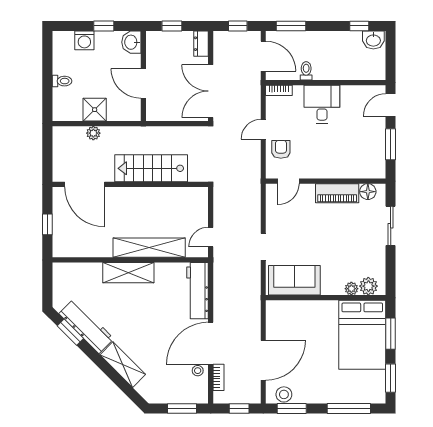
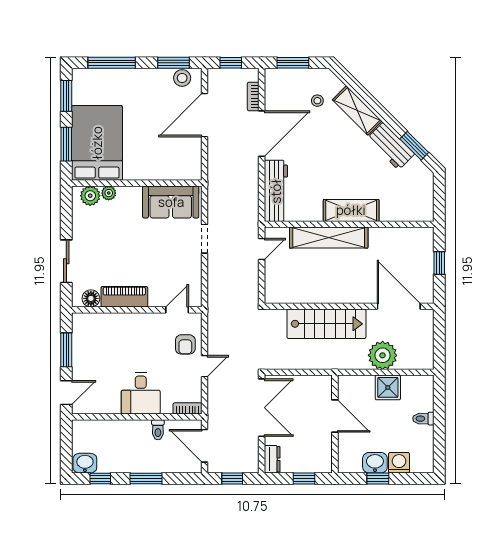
window: (291, 26) -> (146, 478), moved
washbasin: (131, 42) -> (375, 463), moved, turned -90
plant: (93, 133) -> (383, 355), width x1.87, depth x1.87
workbench: (86, 326) -> (391, 146), width x0.73
stool: (198, 371) -> (317, 101), moved

